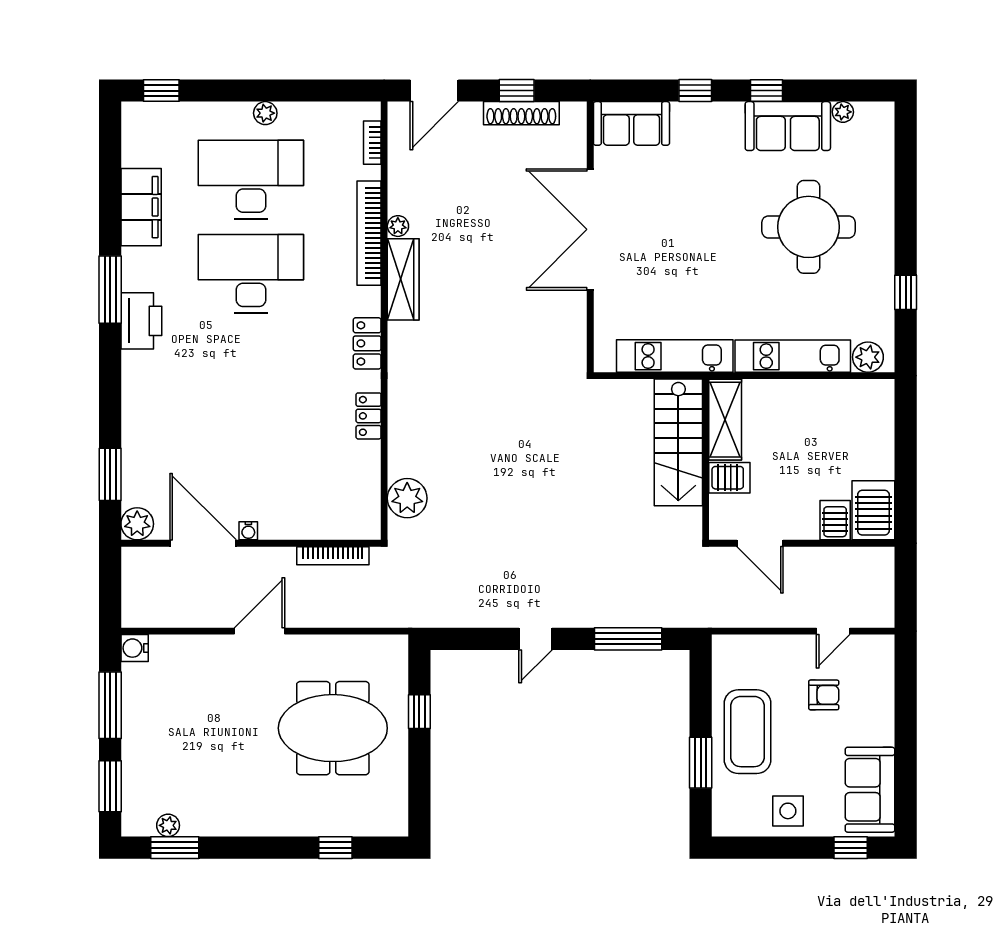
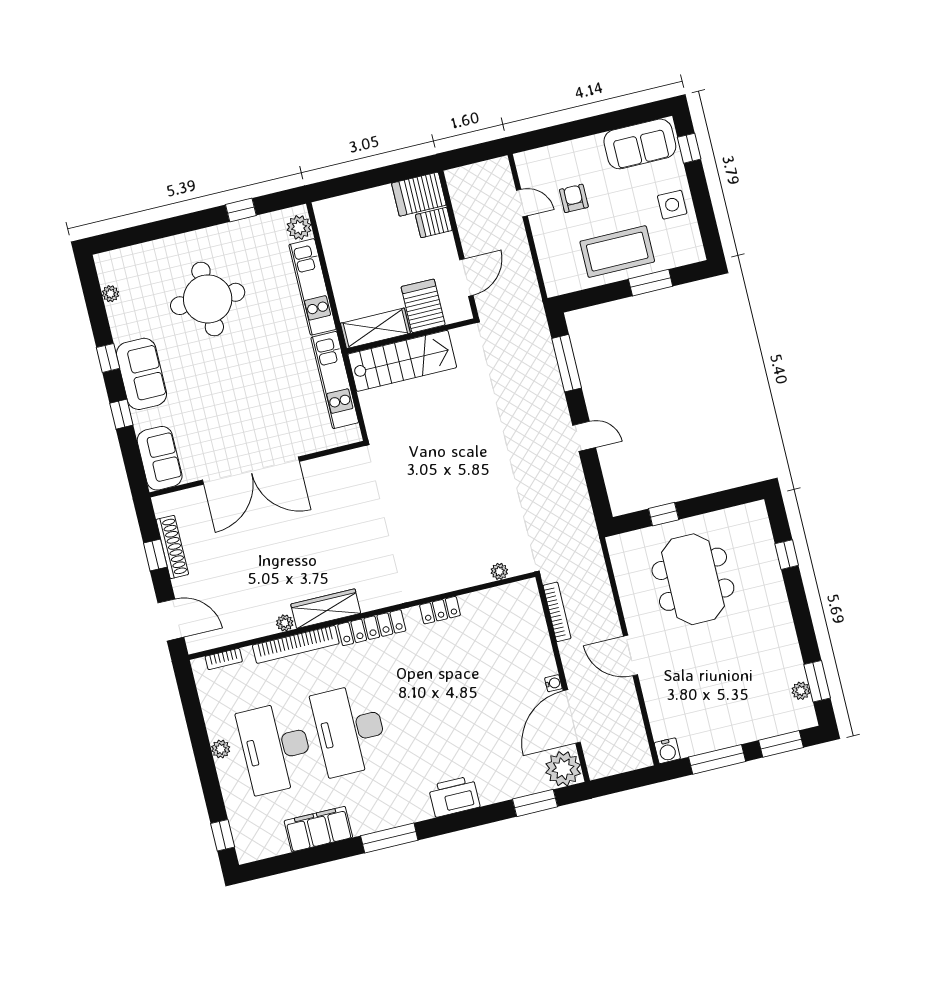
sofa: (788, 126) -> (141, 374), moved
printer: (141, 321) -> (454, 796), moved
locker: (367, 343) -> (372, 628), width x1.53
server rack: (729, 478) -> (423, 306), width x1.36, depth x1.44
plant: (407, 498) -> (499, 571), width x0.53, depth x0.53
plant: (137, 524) -> (563, 769), width x1.36, depth x1.36

